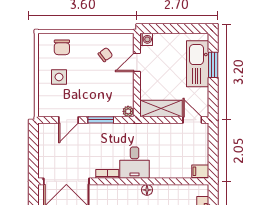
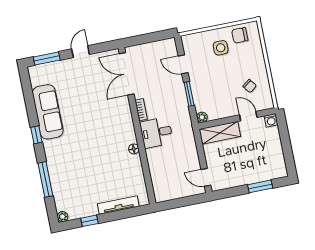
chair: (62, 47) -> (240, 35), moved
kitchen sink: (198, 64) -> (258, 172), removed
shelving: (161, 109) -> (220, 133), moved, turned 90
door: (192, 120) -> (206, 177), swing flipped
filing cabinet: (200, 171) -> (161, 194), removed

